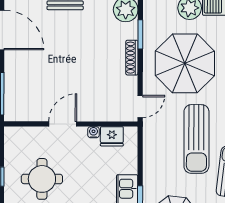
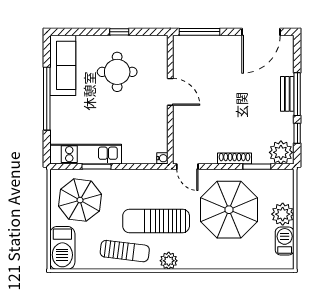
water cooler: (93, 132) -> (162, 158), moved
fridge: (112, 136) -> (159, 139), removed

